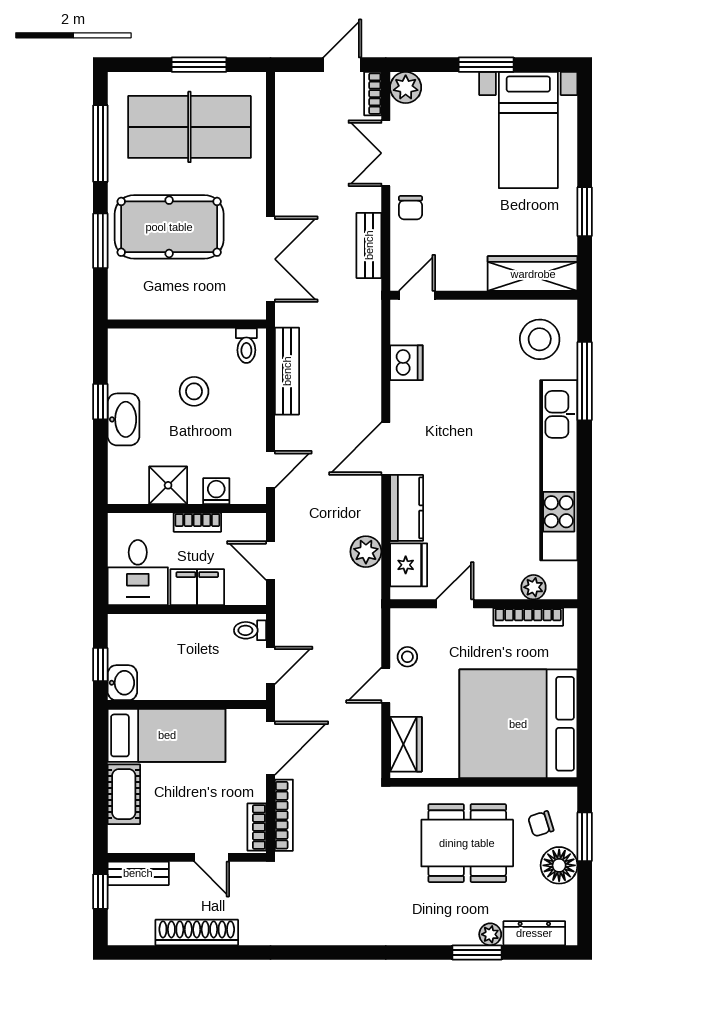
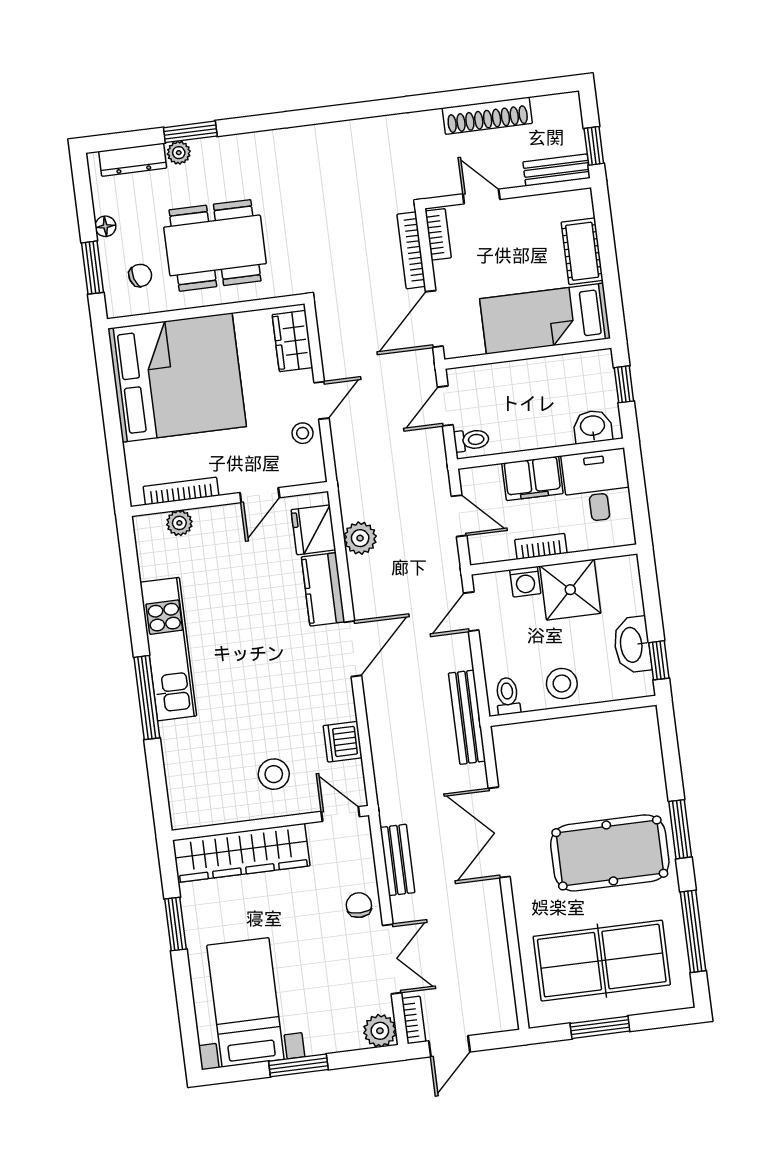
wardrobe: (533, 274) -> (241, 853), width x1.40, depth x1.17
door: (417, 295) -> (340, 814), swing flipped
wall: (187, 324) -> (573, 711), moved
stool: (540, 339) -> (274, 774), moved, width x0.73, depth x0.73
toilet: (246, 346) -> (508, 696), moved
window: (585, 381) -> (147, 698), moved
kitchen unit: (559, 470) -> (168, 649), width x0.73
shower: (168, 485) -> (570, 590), width x1.36, depth x1.36
washbasin: (122, 683) -> (593, 427), moved, turned 90
floor lamp: (559, 865) -> (105, 226), width x0.53, depth x0.53

